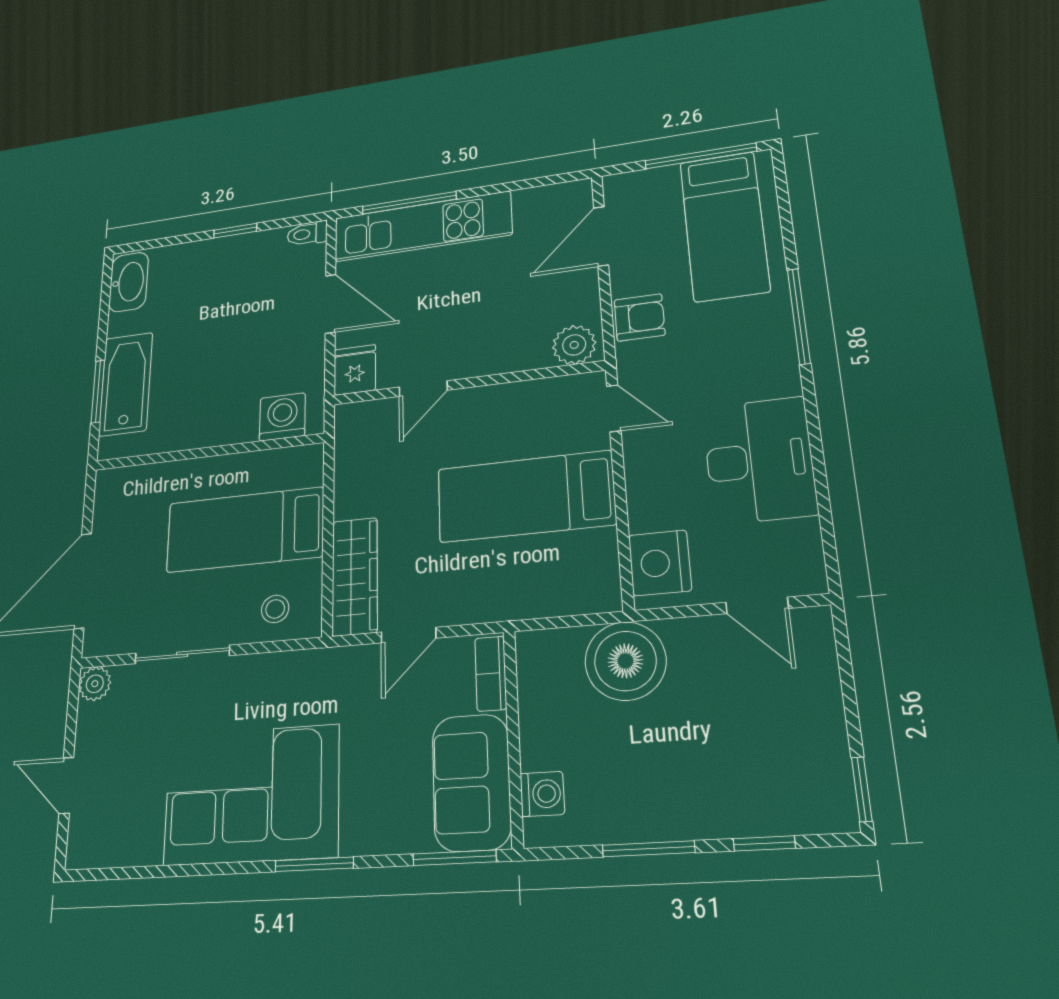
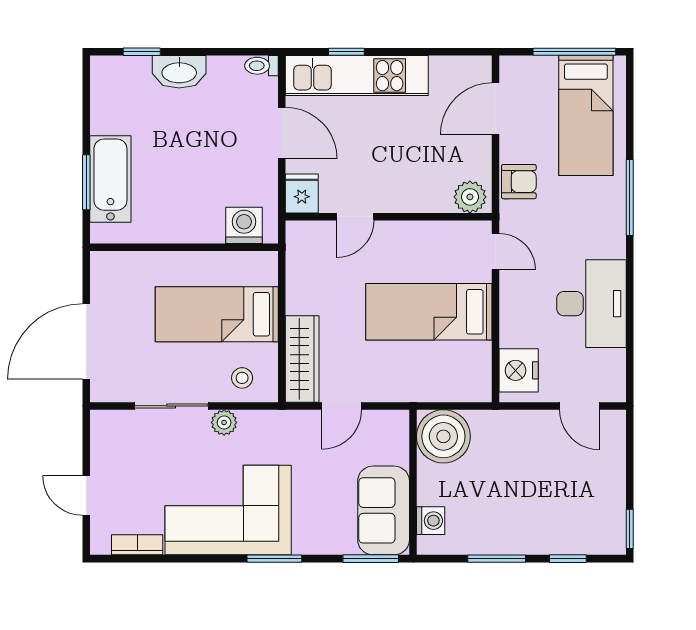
window: (409, 203) -> (346, 52), width x0.46
window: (235, 231) -> (142, 52), moved
washbasin: (129, 282) -> (179, 72), moved, turned 90
boiler: (625, 661) -> (443, 436), moved
bookcase: (491, 674) -> (137, 545), moved, turned 90
plant: (95, 684) -> (224, 422), moved

